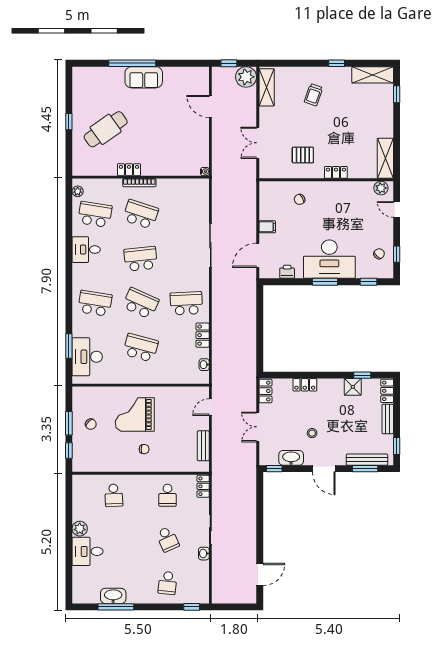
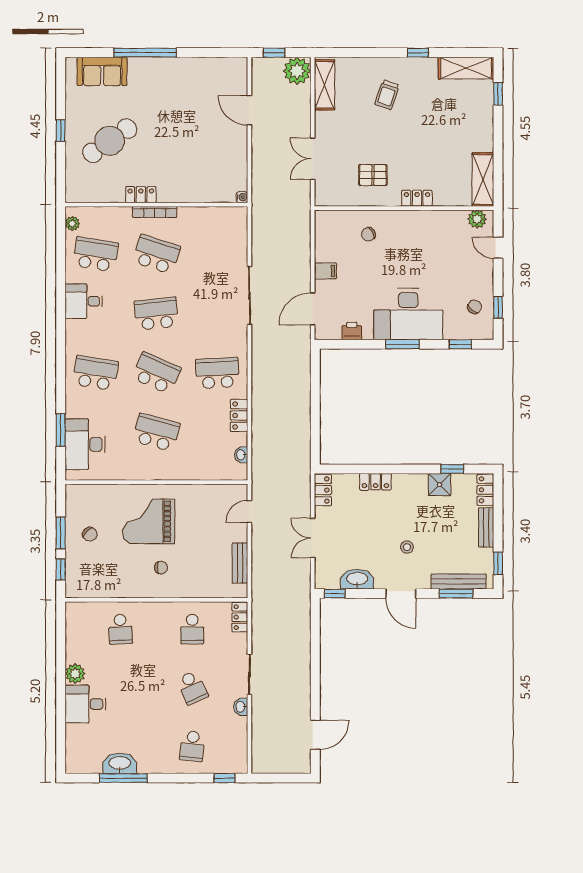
sofa: (144, 77) -> (102, 71), moved
stool: (312, 433) -> (407, 547), moved

